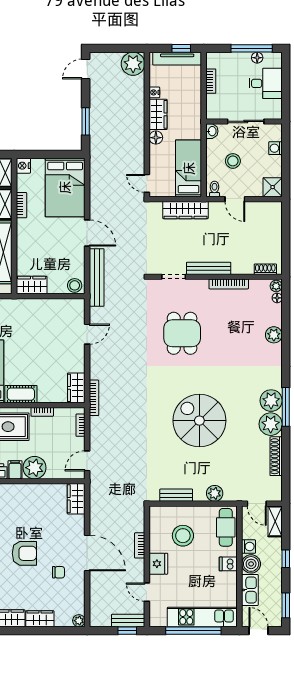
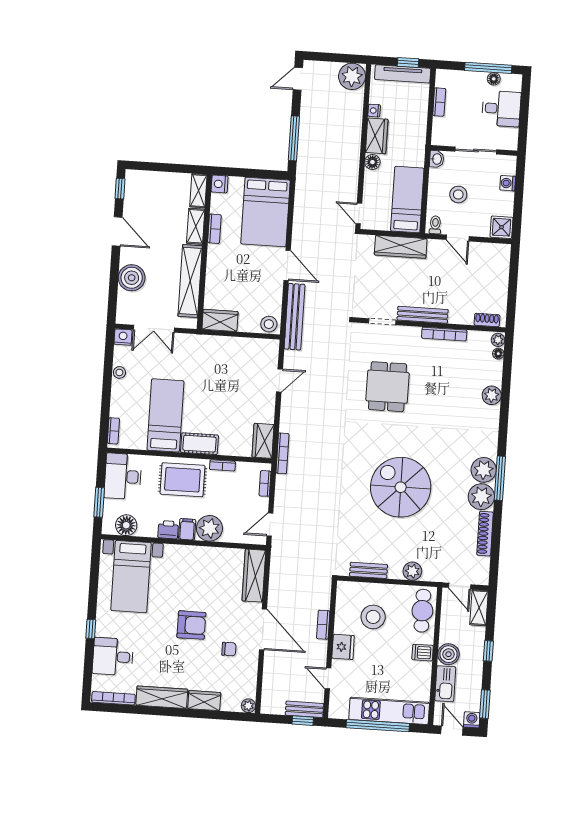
window: (86, 121) -> (294, 138), width x1.44
wardrobe: (76, 499) -> (254, 576), width x1.50
washing machine: (249, 547) -> (472, 720), moved, turned -90

